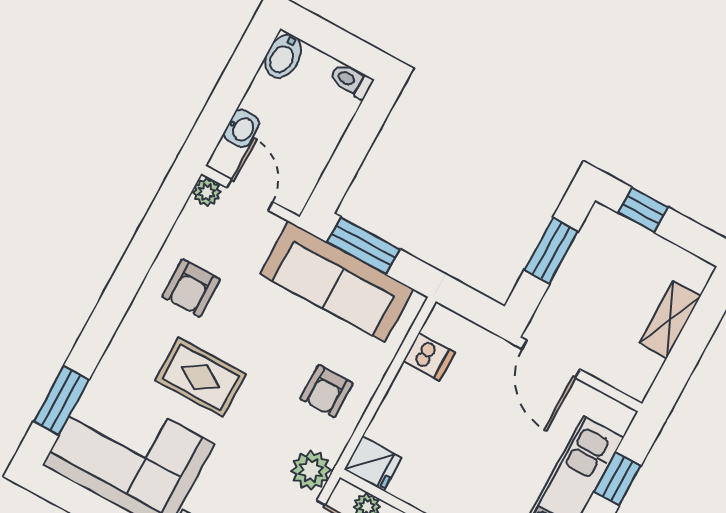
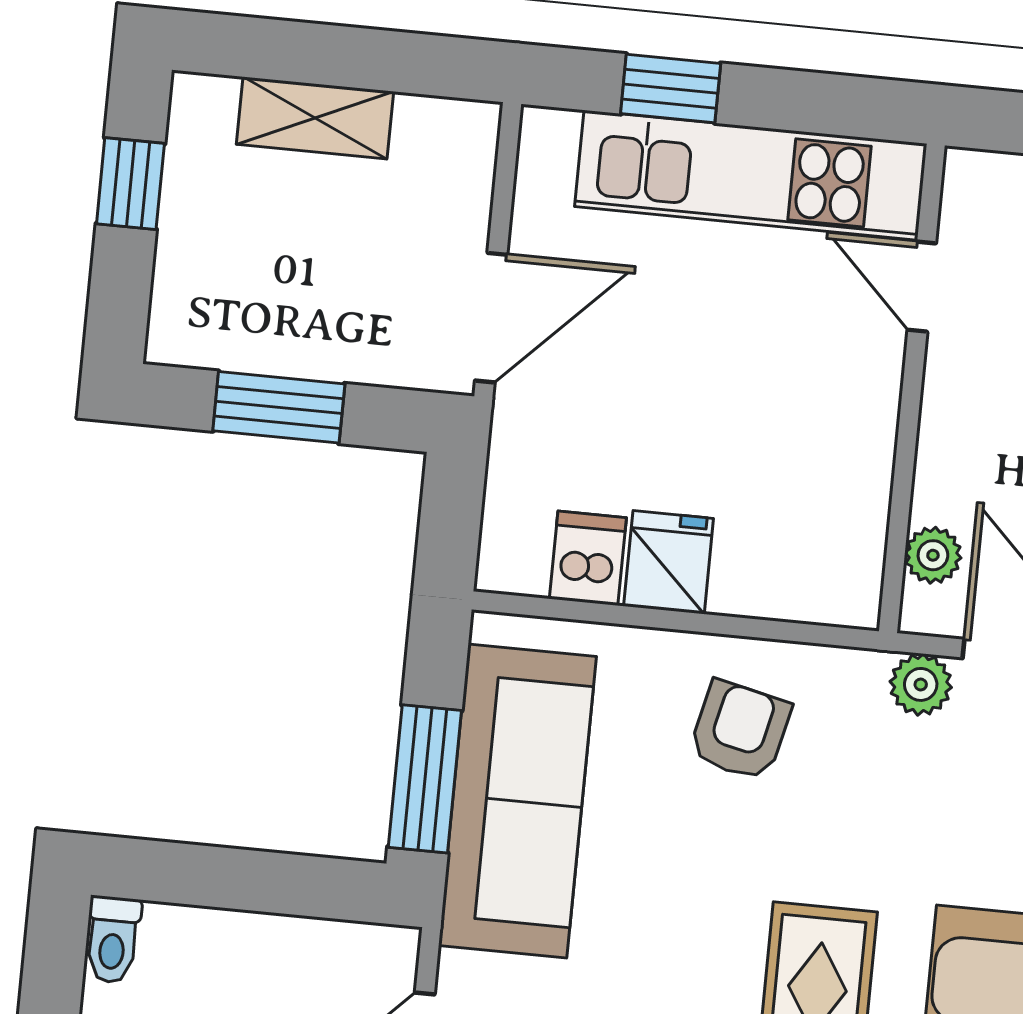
window: (643, 210) -> (130, 184), moved
armchair: (326, 391) -> (740, 730), turned -77
fridge: (373, 464) -> (669, 562), moved
plant: (311, 470) -> (921, 684), width x0.73, depth x0.73

